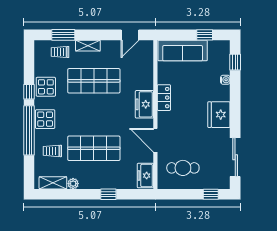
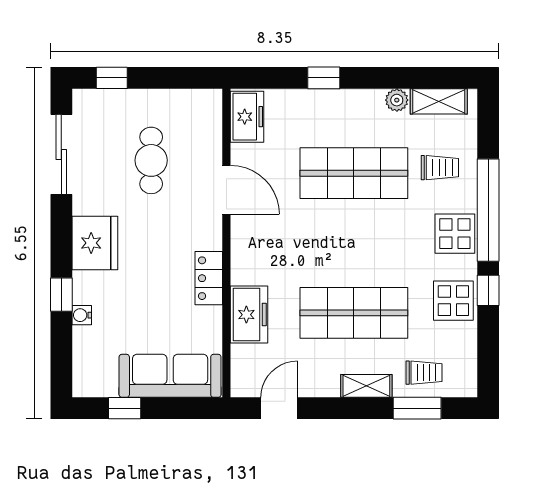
window: (235, 62) -> (61, 295), moved
freezer: (144, 104) -> (249, 315), moved
cafe table: (183, 168) -> (151, 160), moved, turned 90

